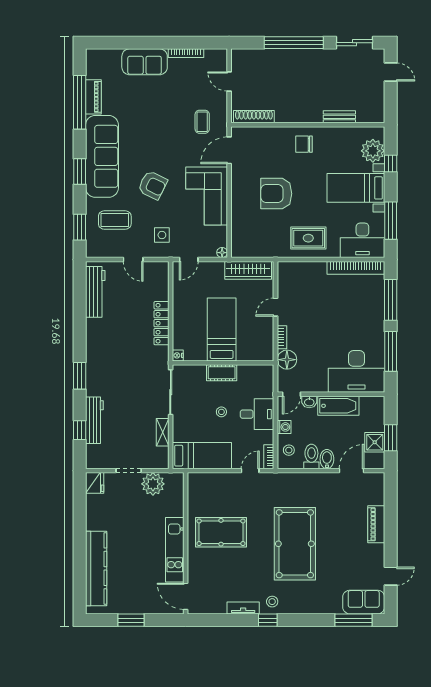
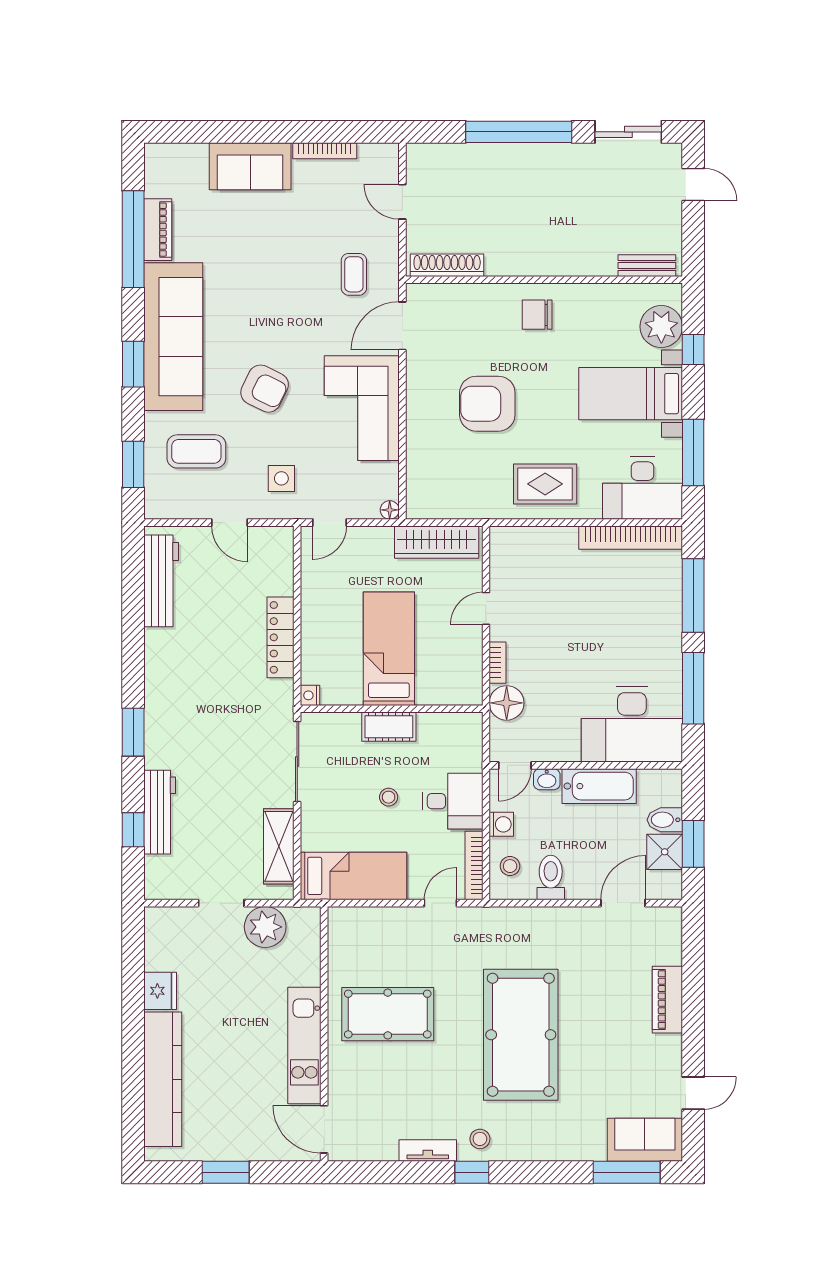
bench: (339, 117) -> (647, 266), moved
shelving: (163, 432) -> (279, 846), width x1.50, depth x1.33
bookcase: (269, 457) -> (474, 865), width x1.56
bidet: (327, 459) -> (665, 820), moved, turned -90
fridge: (95, 483) -> (160, 991), moved

